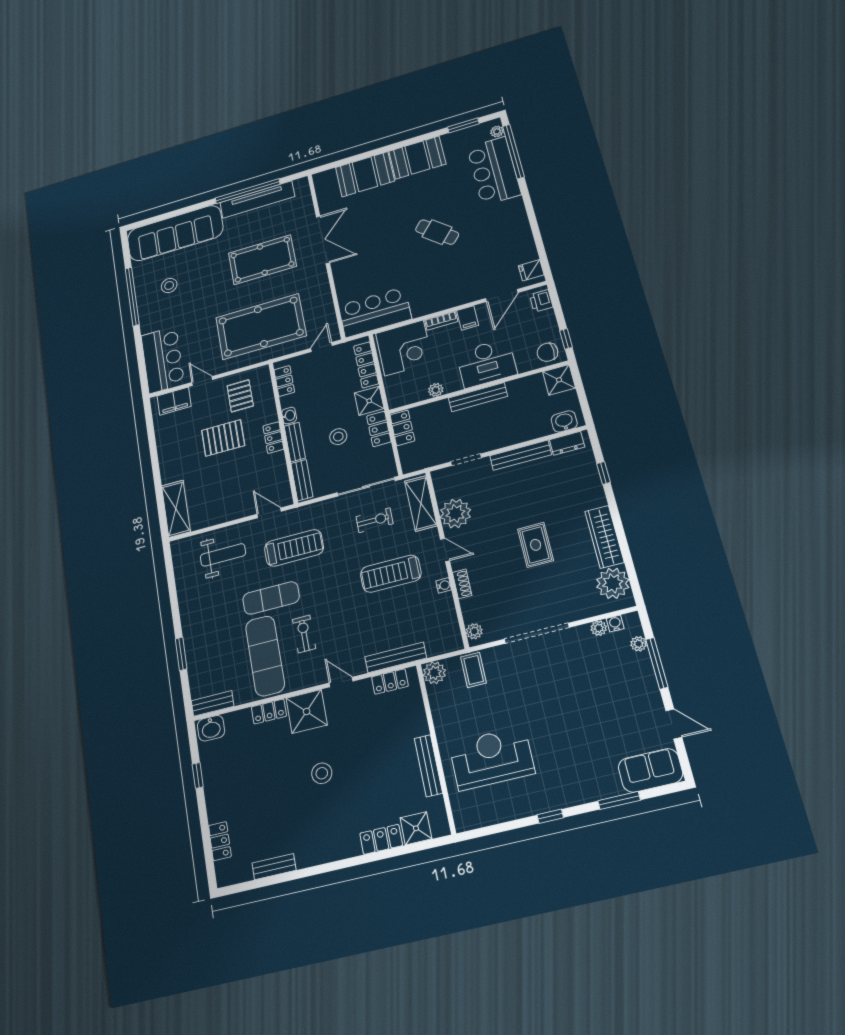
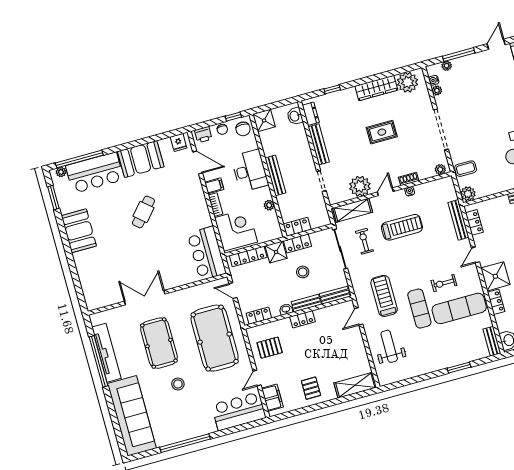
booth: (365, 174) -> (141, 159), moved, turned 90
stool: (169, 285) -> (178, 384), moved
chair: (548, 325) -> (222, 129), added
pallet: (223, 438) -> (311, 388), moved, width x0.67, depth x0.71
treadmill: (391, 574) -> (402, 227), turned -90

